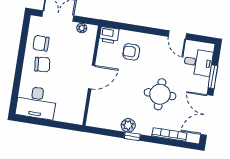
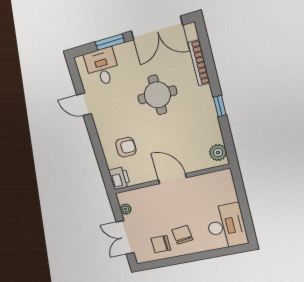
door: (177, 35) -> (84, 104), swing flipped
chair: (41, 43) -> (161, 244), turned 90
armchair: (131, 52) -> (126, 147), turned -90
plant: (128, 125) -> (218, 153), moved

